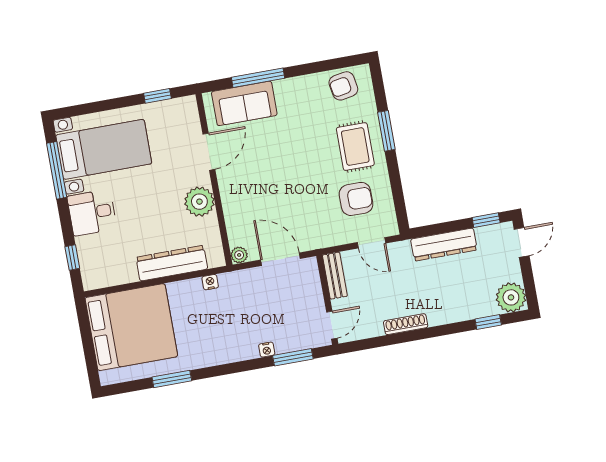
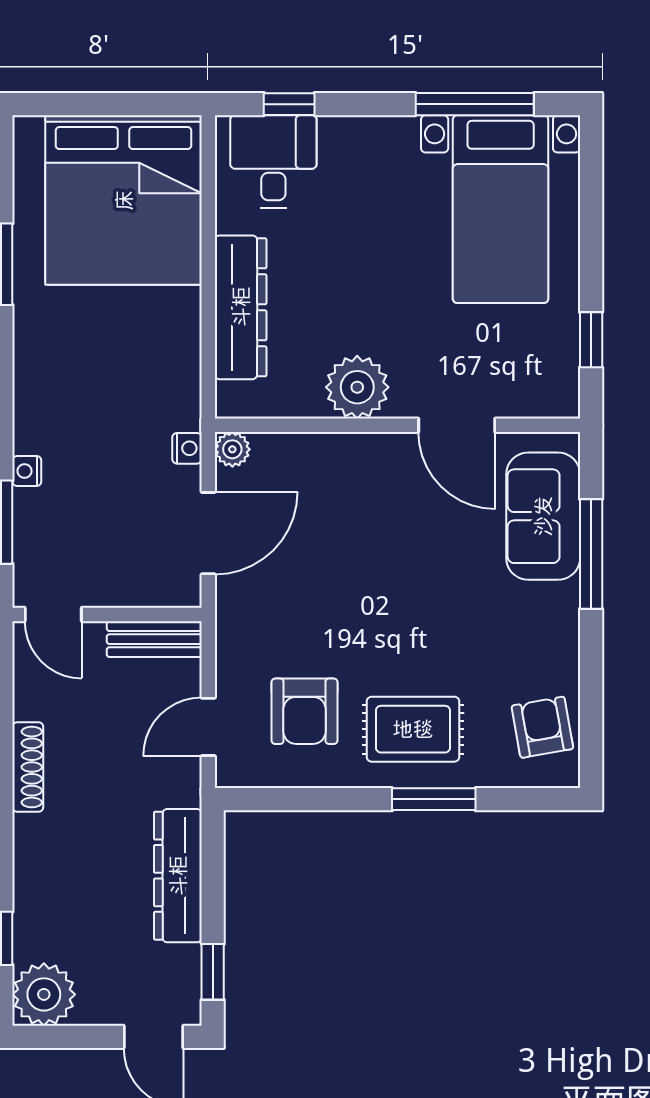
desk: (92, 213) -> (273, 161), moved
nightstand: (210, 282) -> (187, 448), moved

